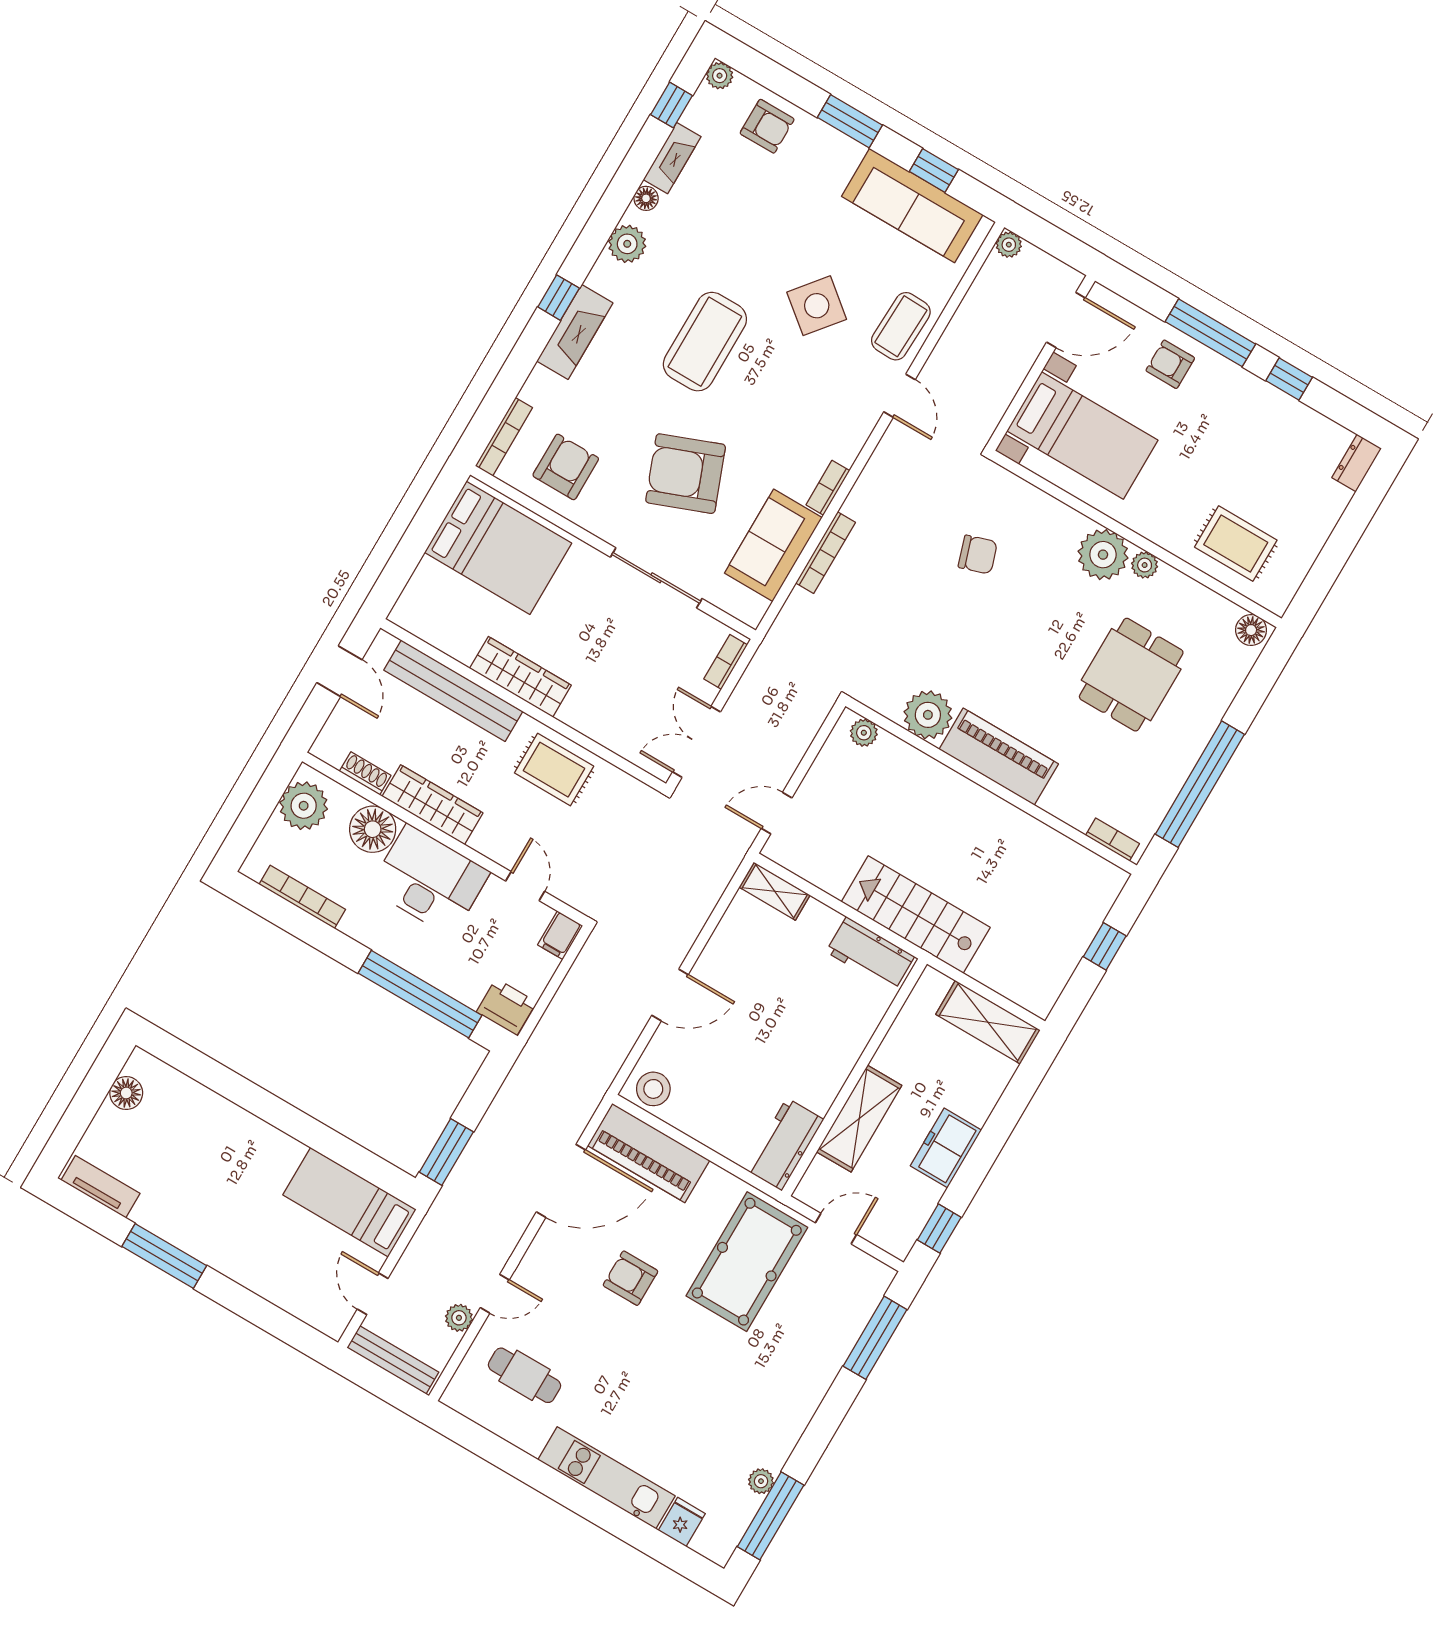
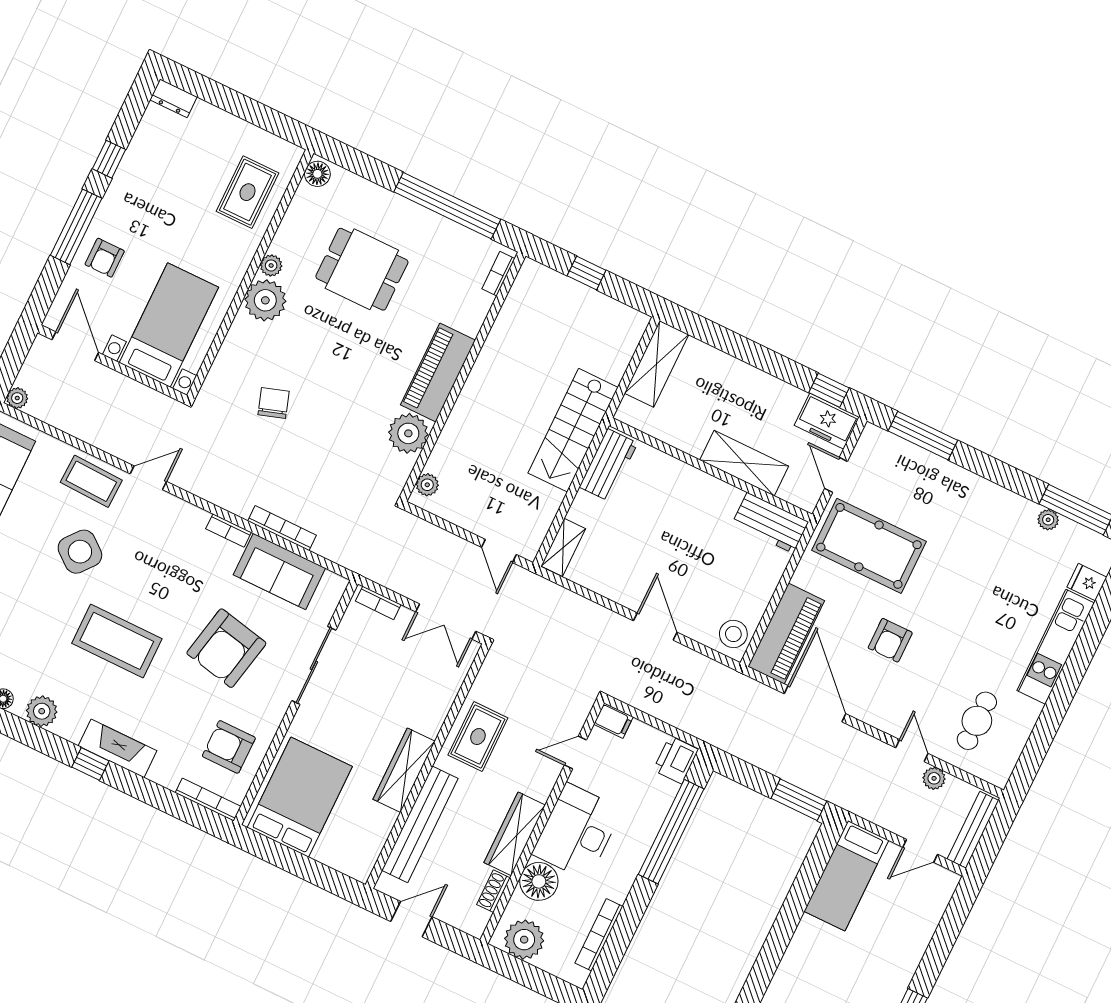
armchair: (686, 474) -> (226, 648), turned 33
freezer: (946, 1148) -> (827, 421), moved

